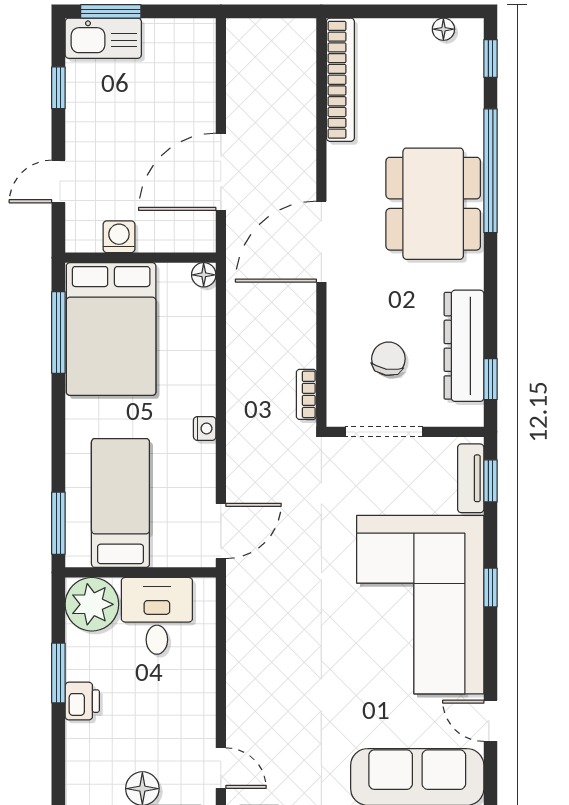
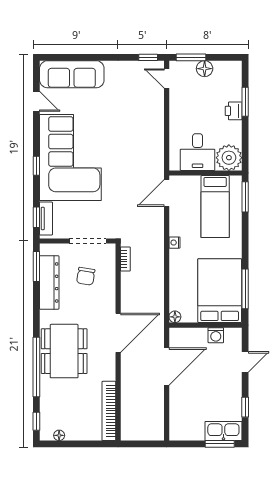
window: (491, 379) -> (36, 266), width x1.50
window: (58, 673) -> (245, 102), moved

